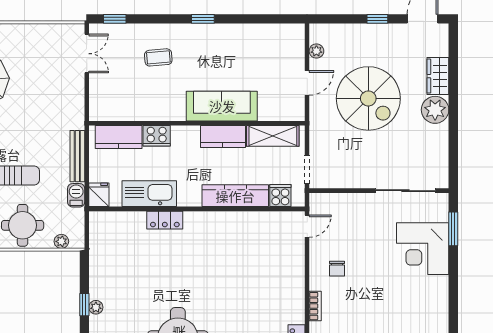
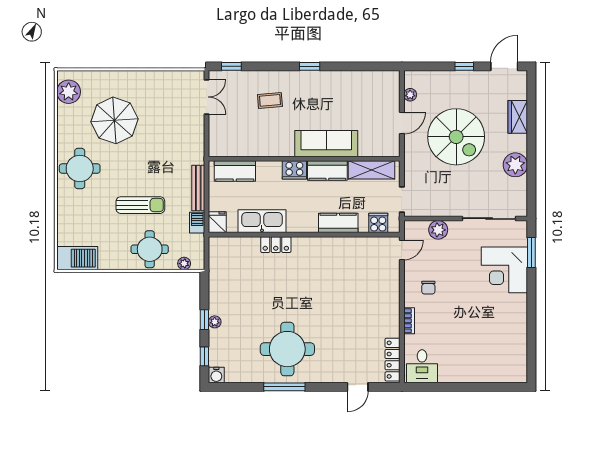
plant: (435, 110) -> (515, 165), moved
cooker: (157, 136) -> (294, 170), moved
kitchen counter: (235, 196) -> (338, 223), width x0.67
plant: (348, 203) -> (438, 230), added

